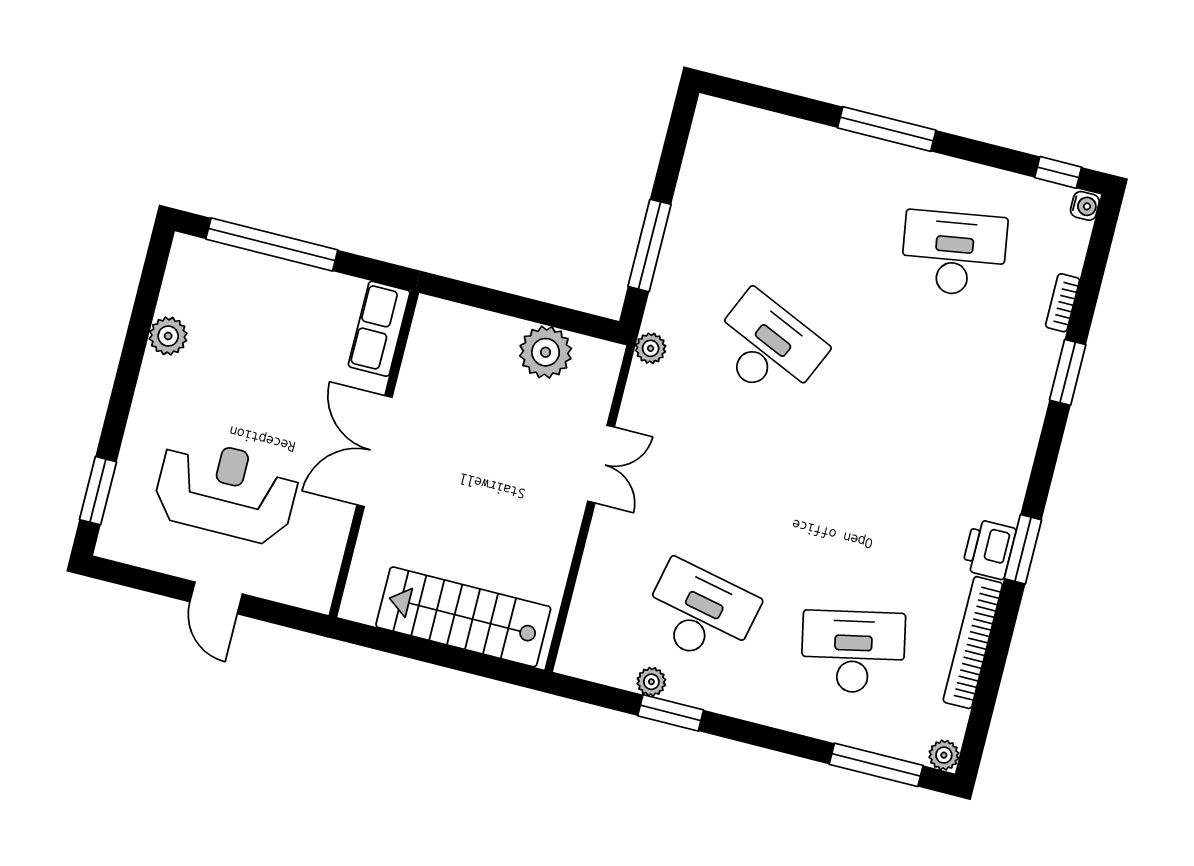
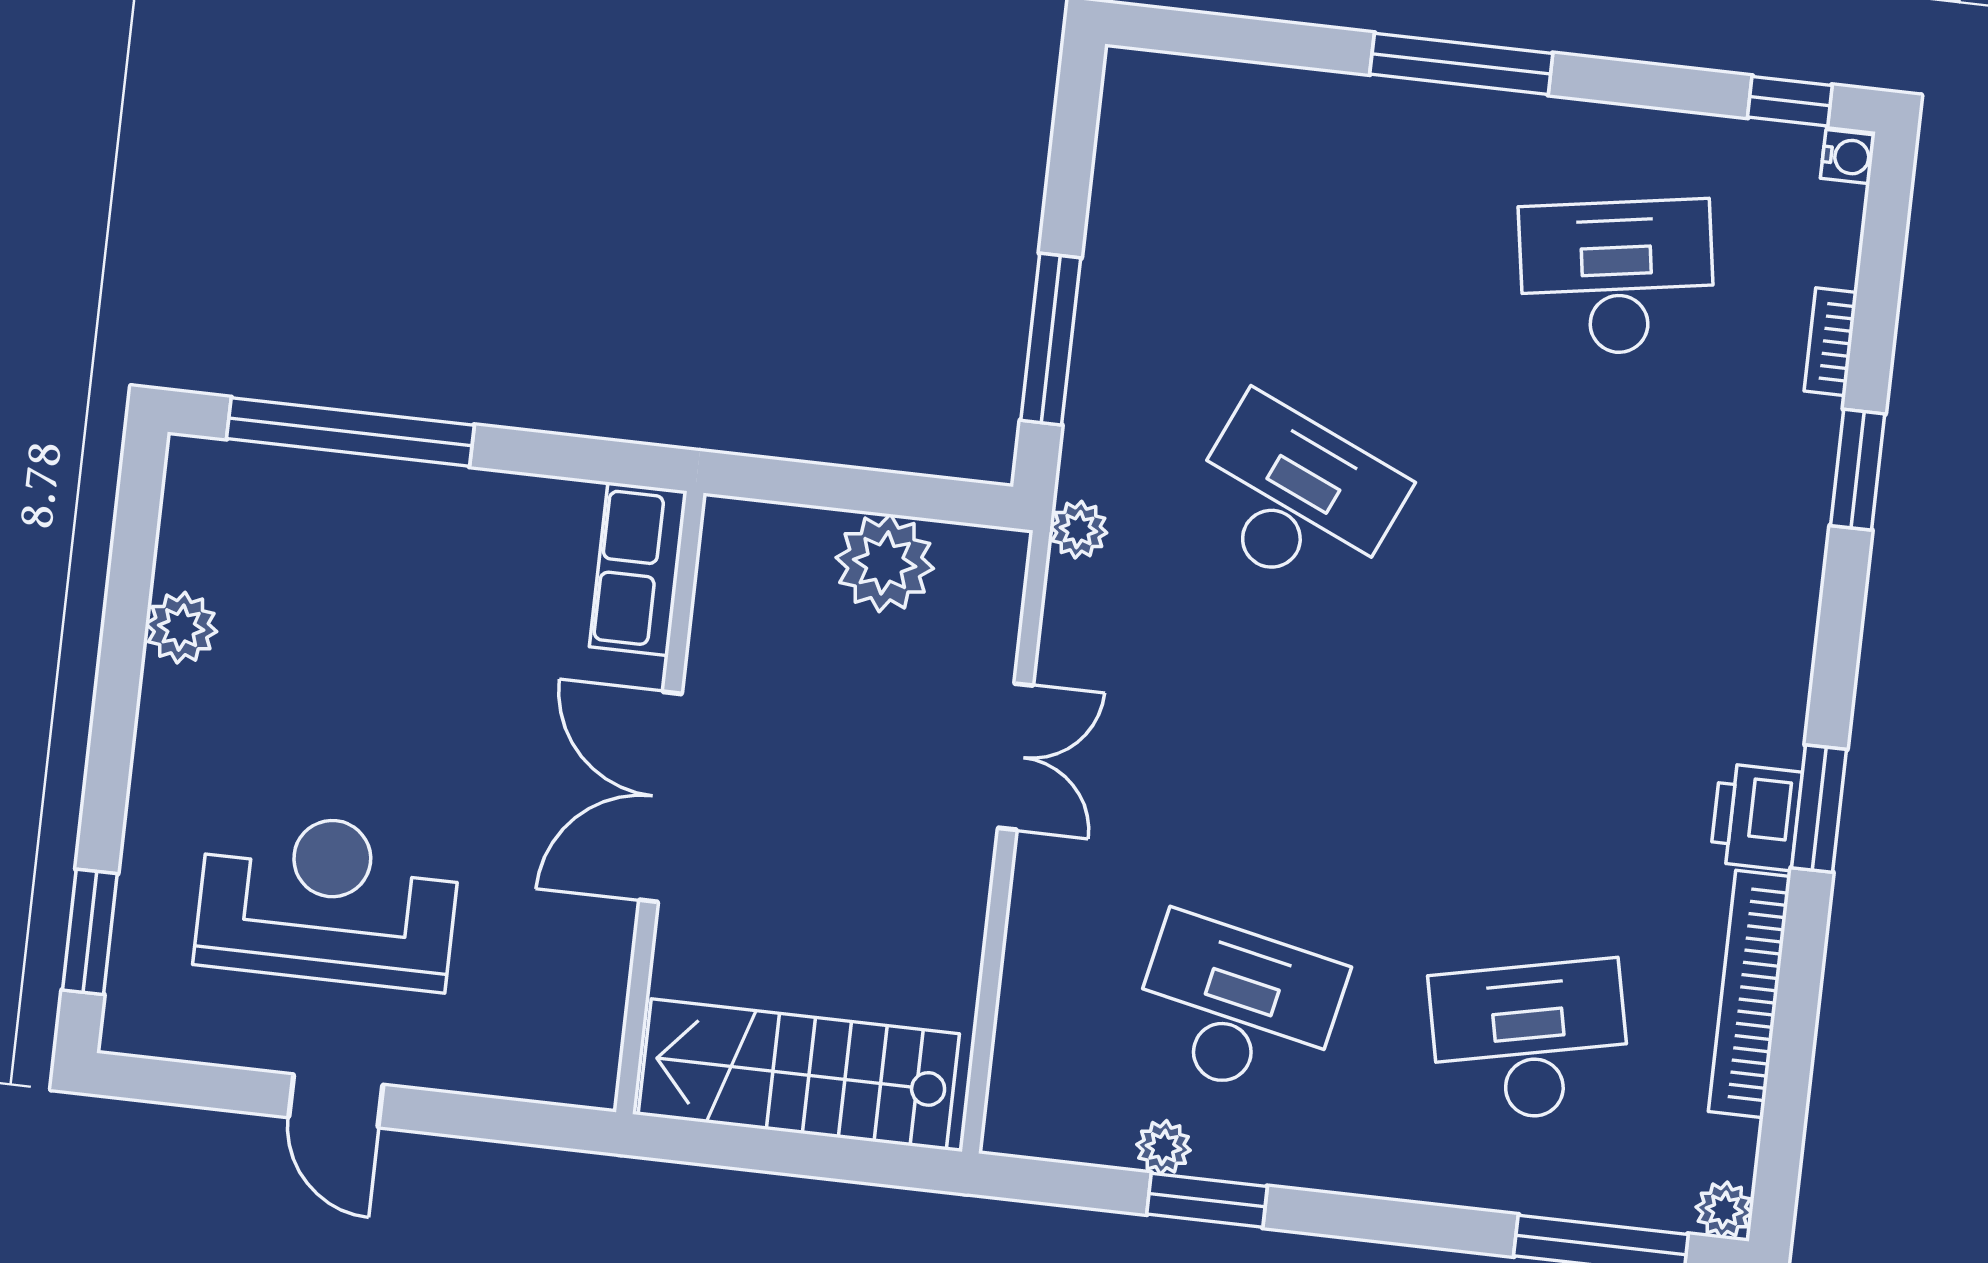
row of seats: (379, 329) -> (638, 569), moved
double door: (375, 451) -> (660, 797), moved
wall: (374, 454) -> (660, 803), moved

